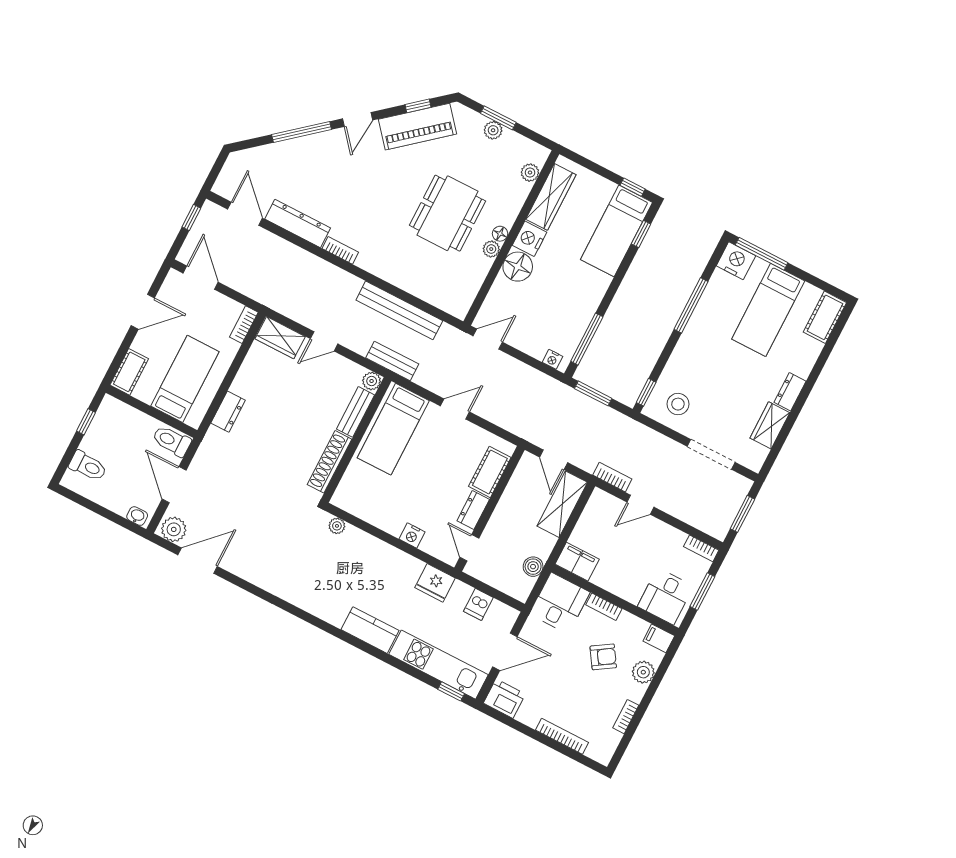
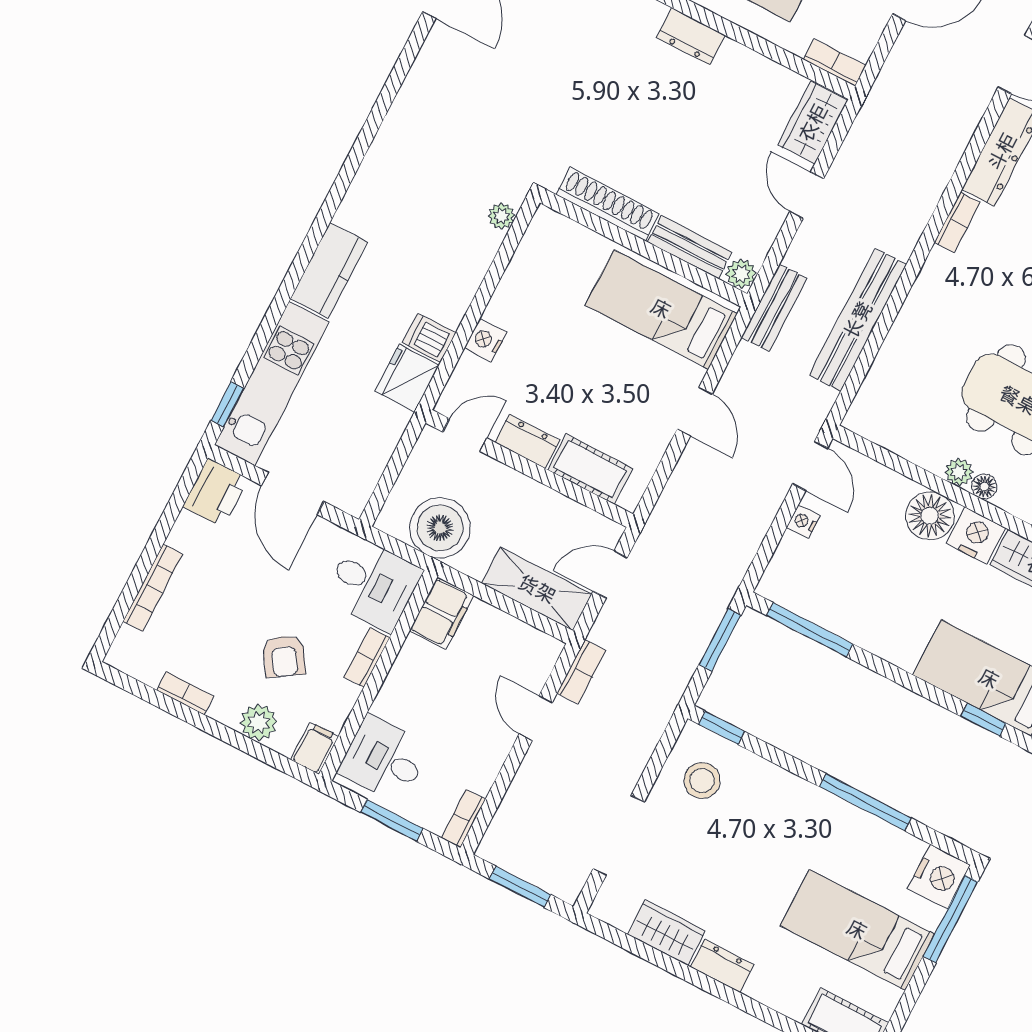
nightstand: (552, 359) -> (803, 521), moved
boiler: (533, 567) -> (440, 528), width x1.86, depth x1.86
dishwasher: (478, 604) -> (429, 338), moved

